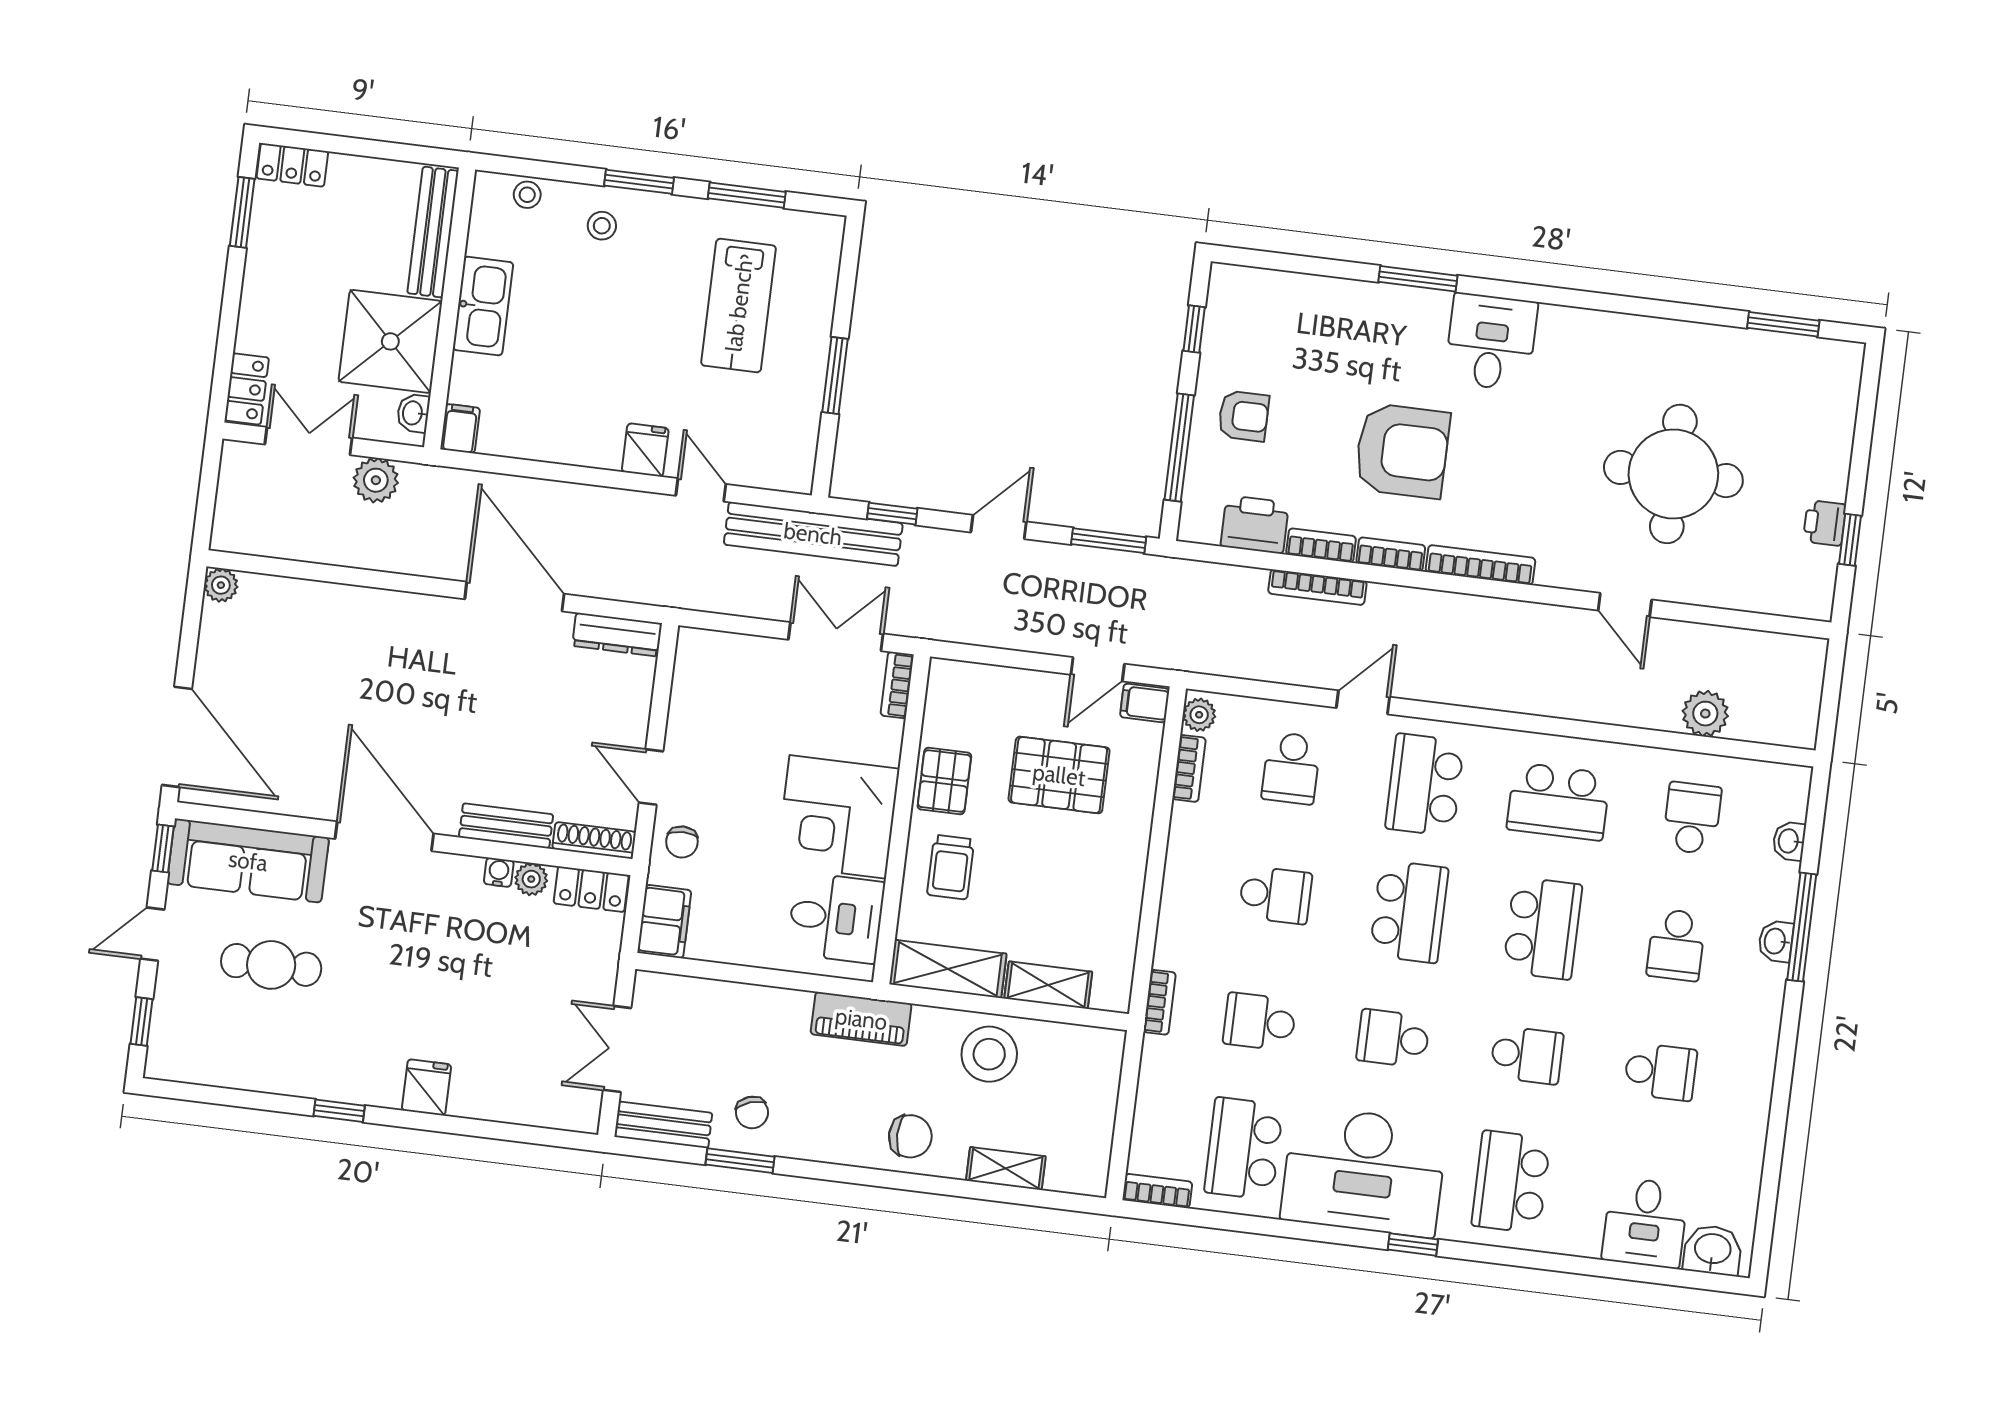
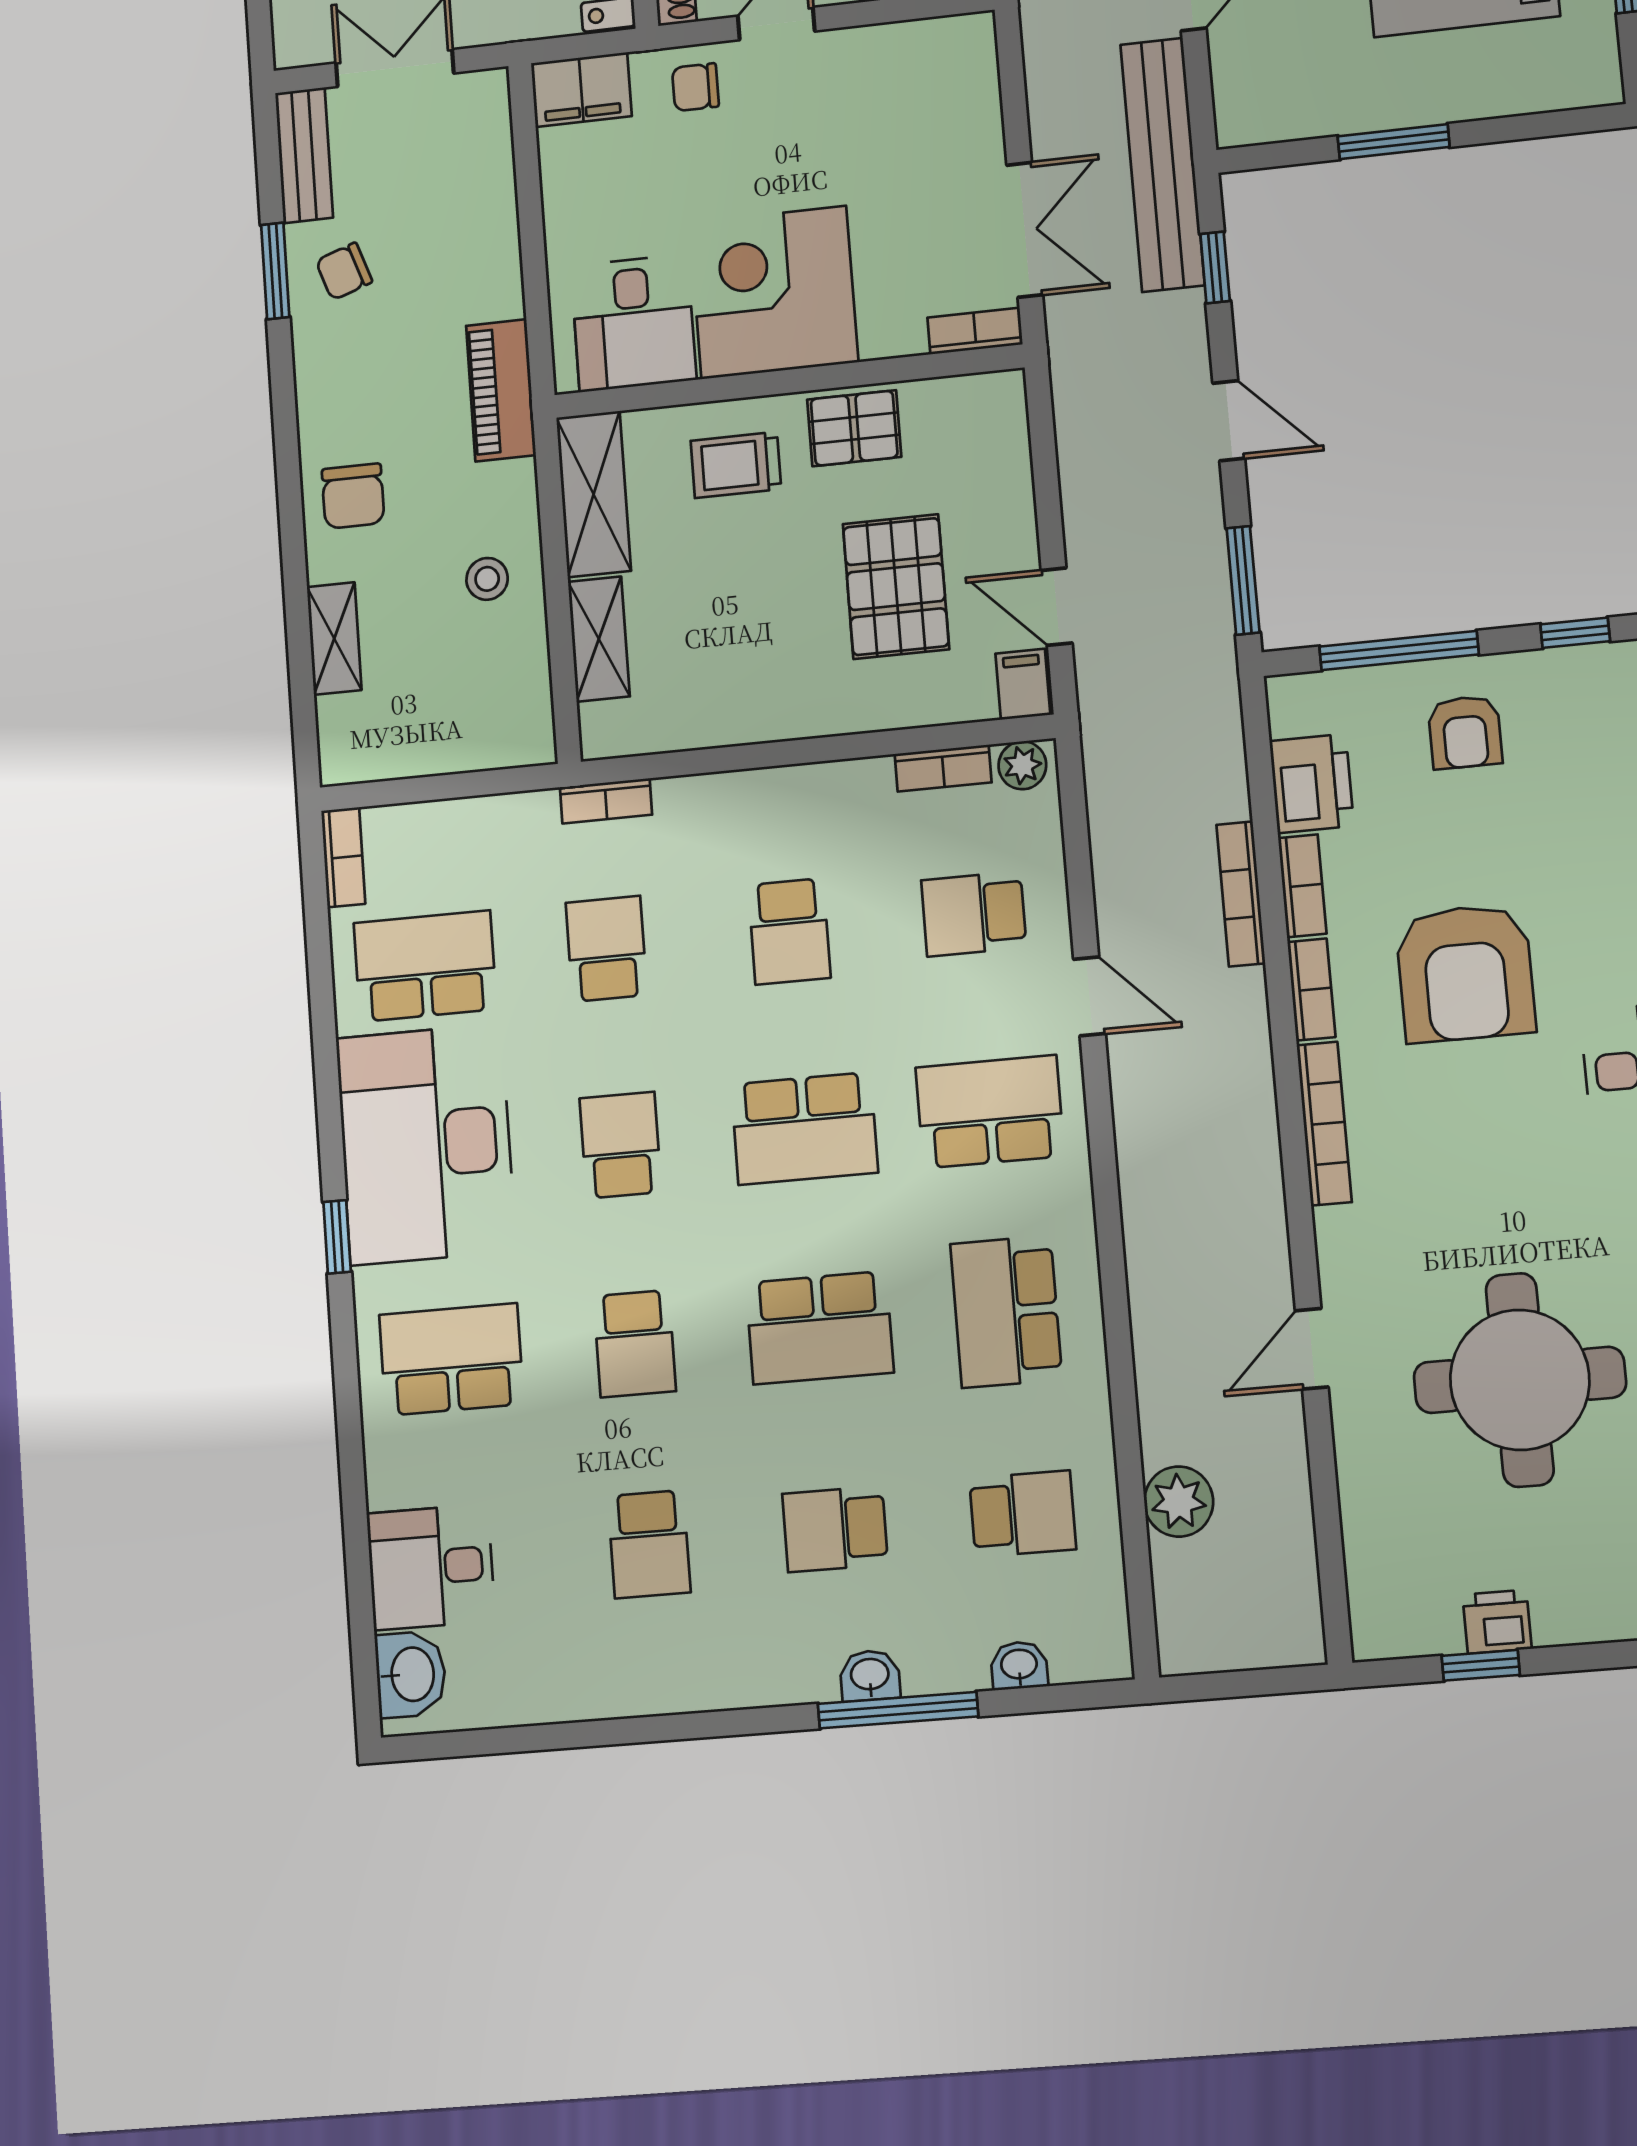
stool: (989, 1054) -> (487, 579), width x0.53, depth x0.53

